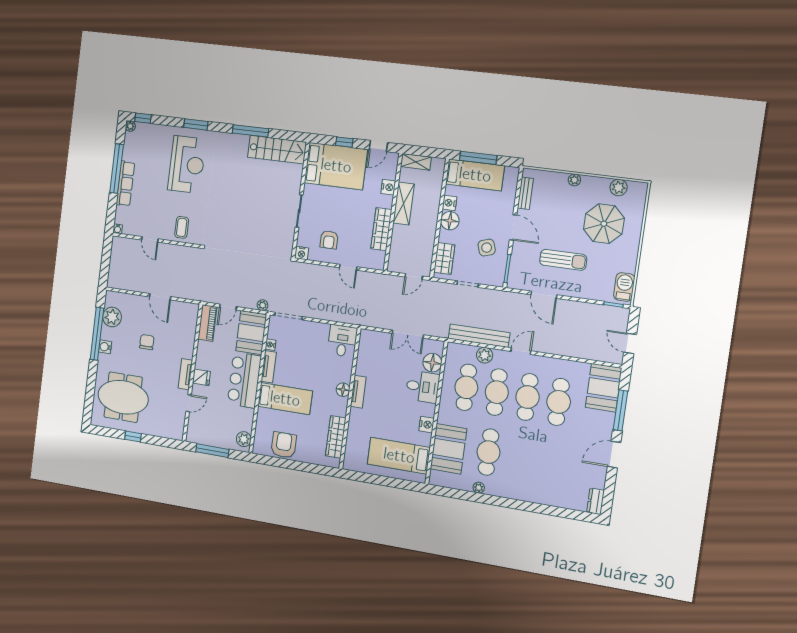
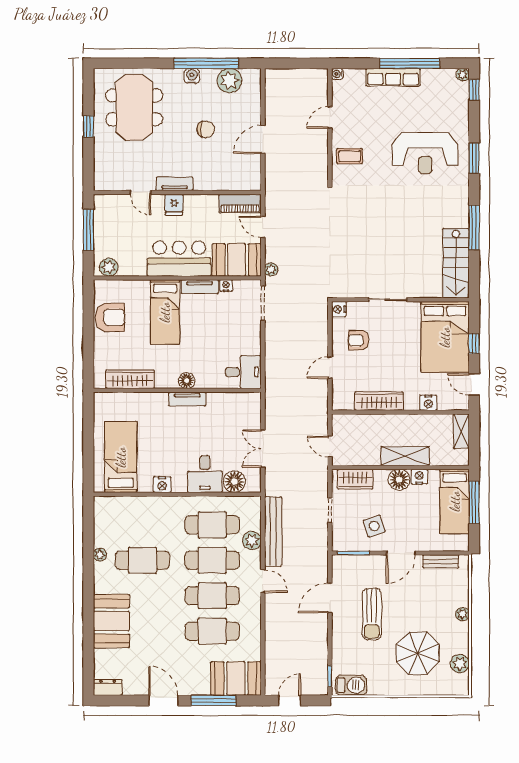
shelving: (404, 203) -> (405, 456), moved
booth: (449, 449) -> (111, 621), moved, turned 90

